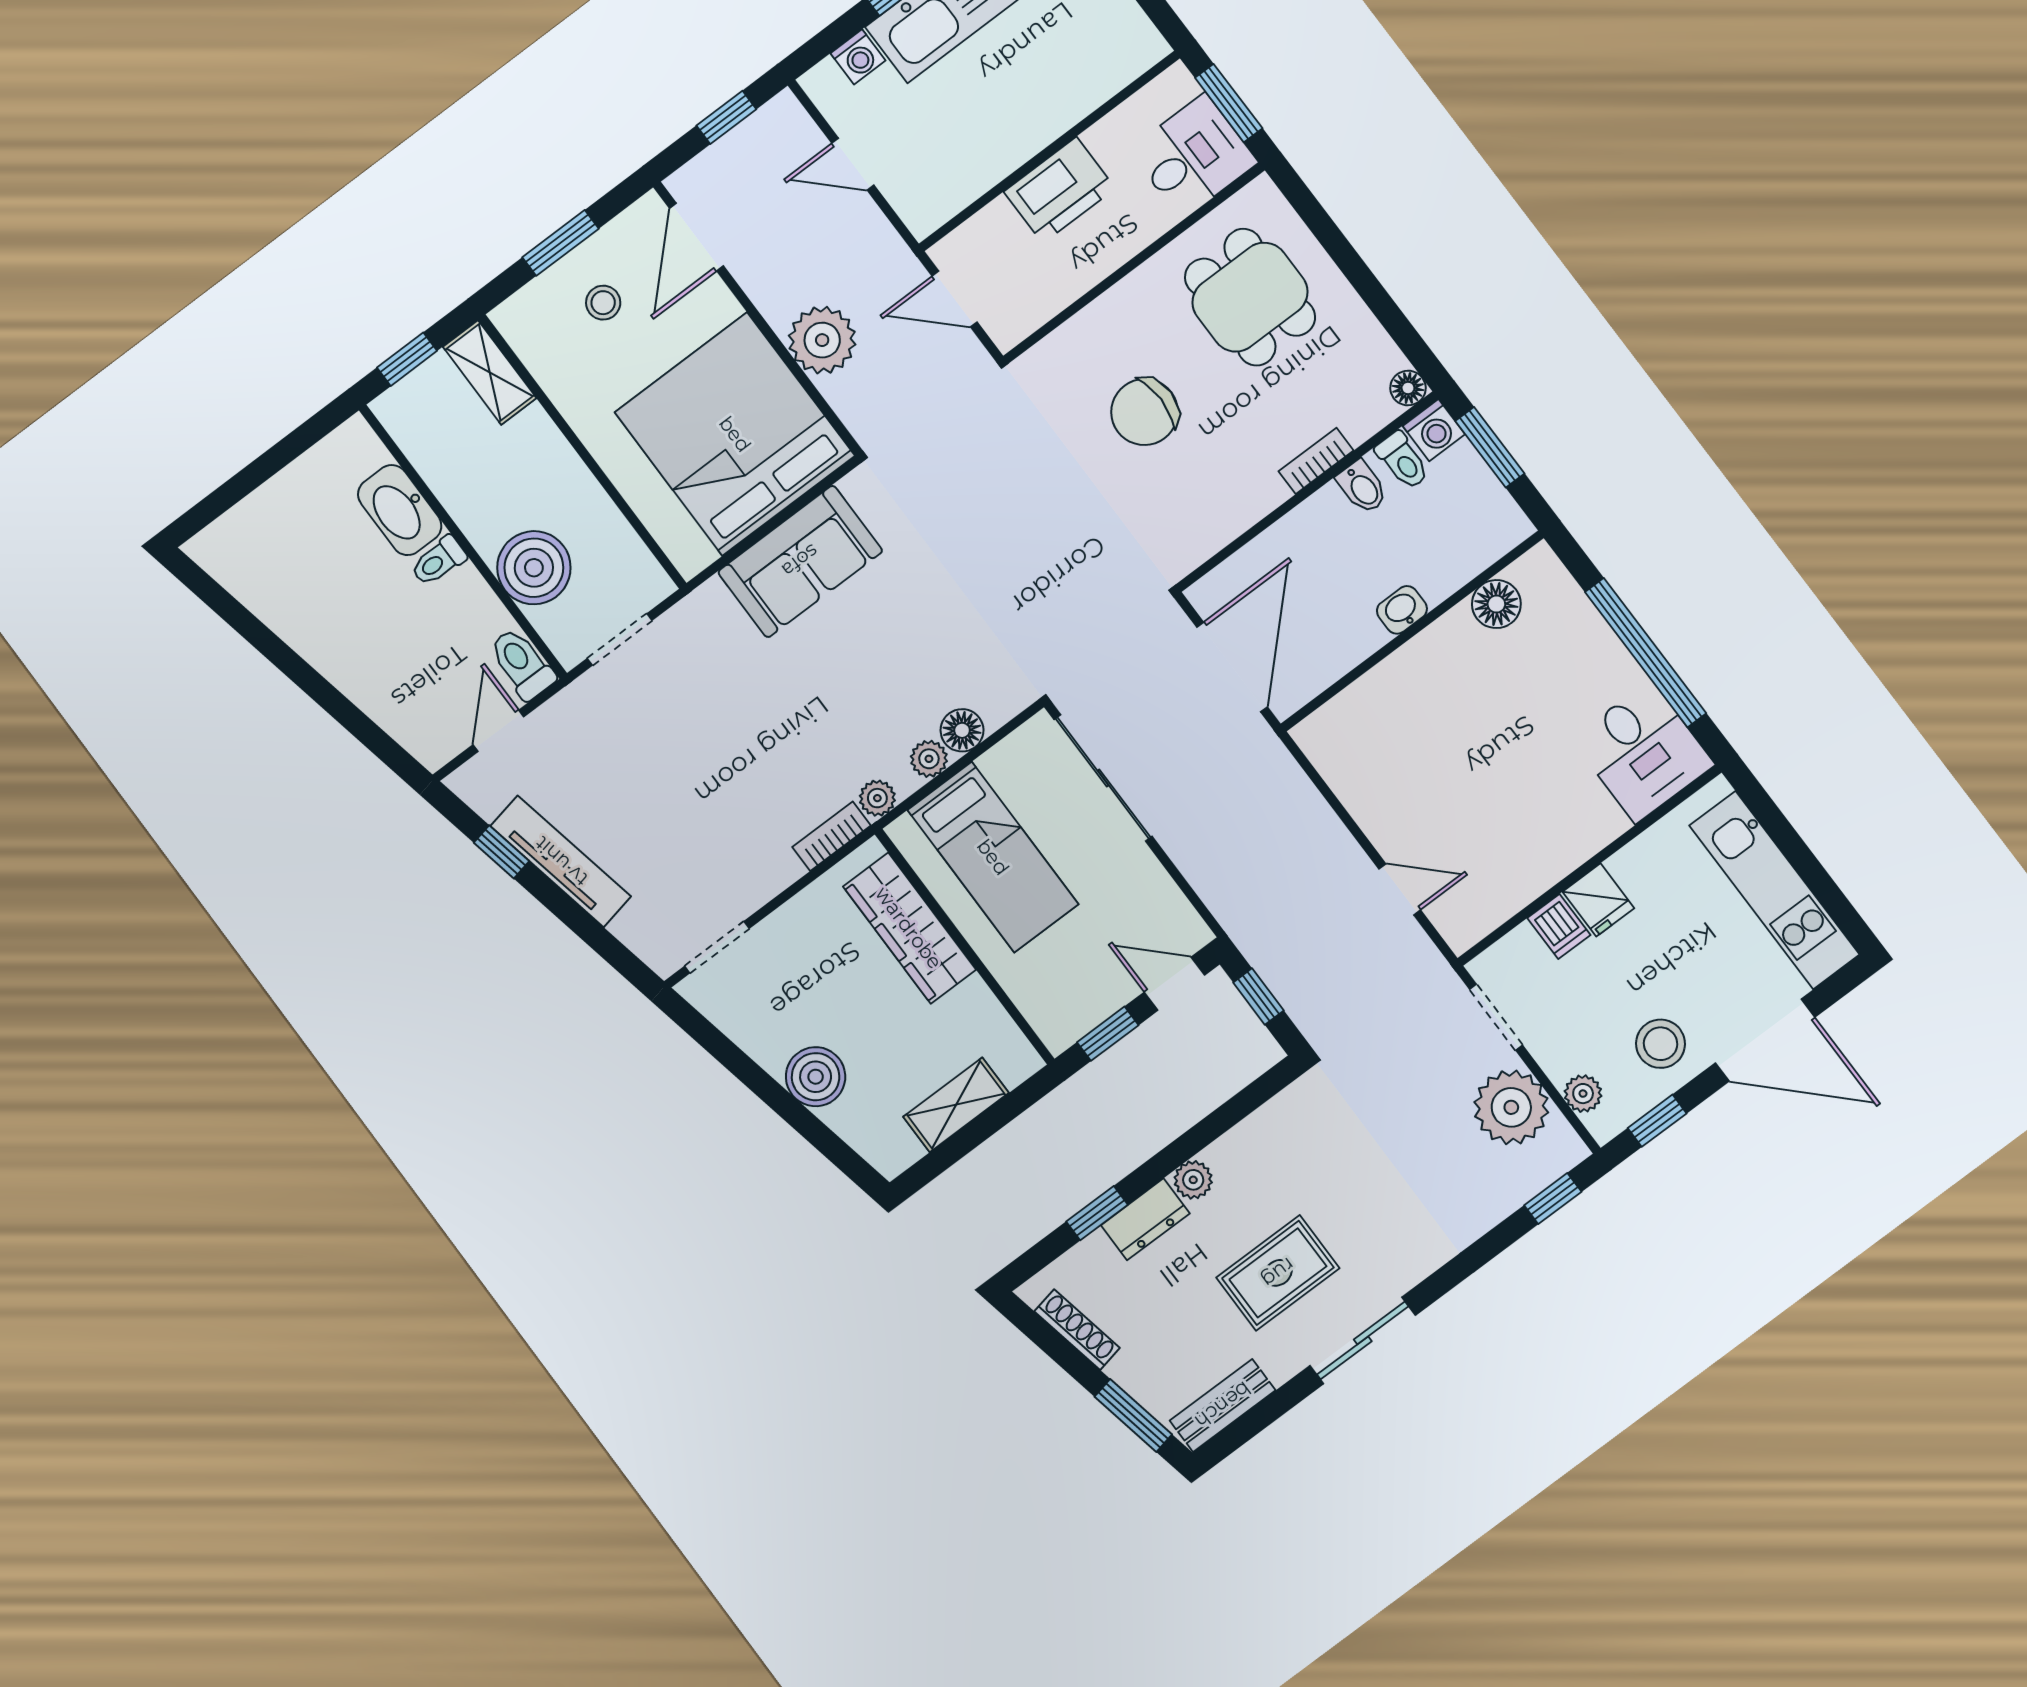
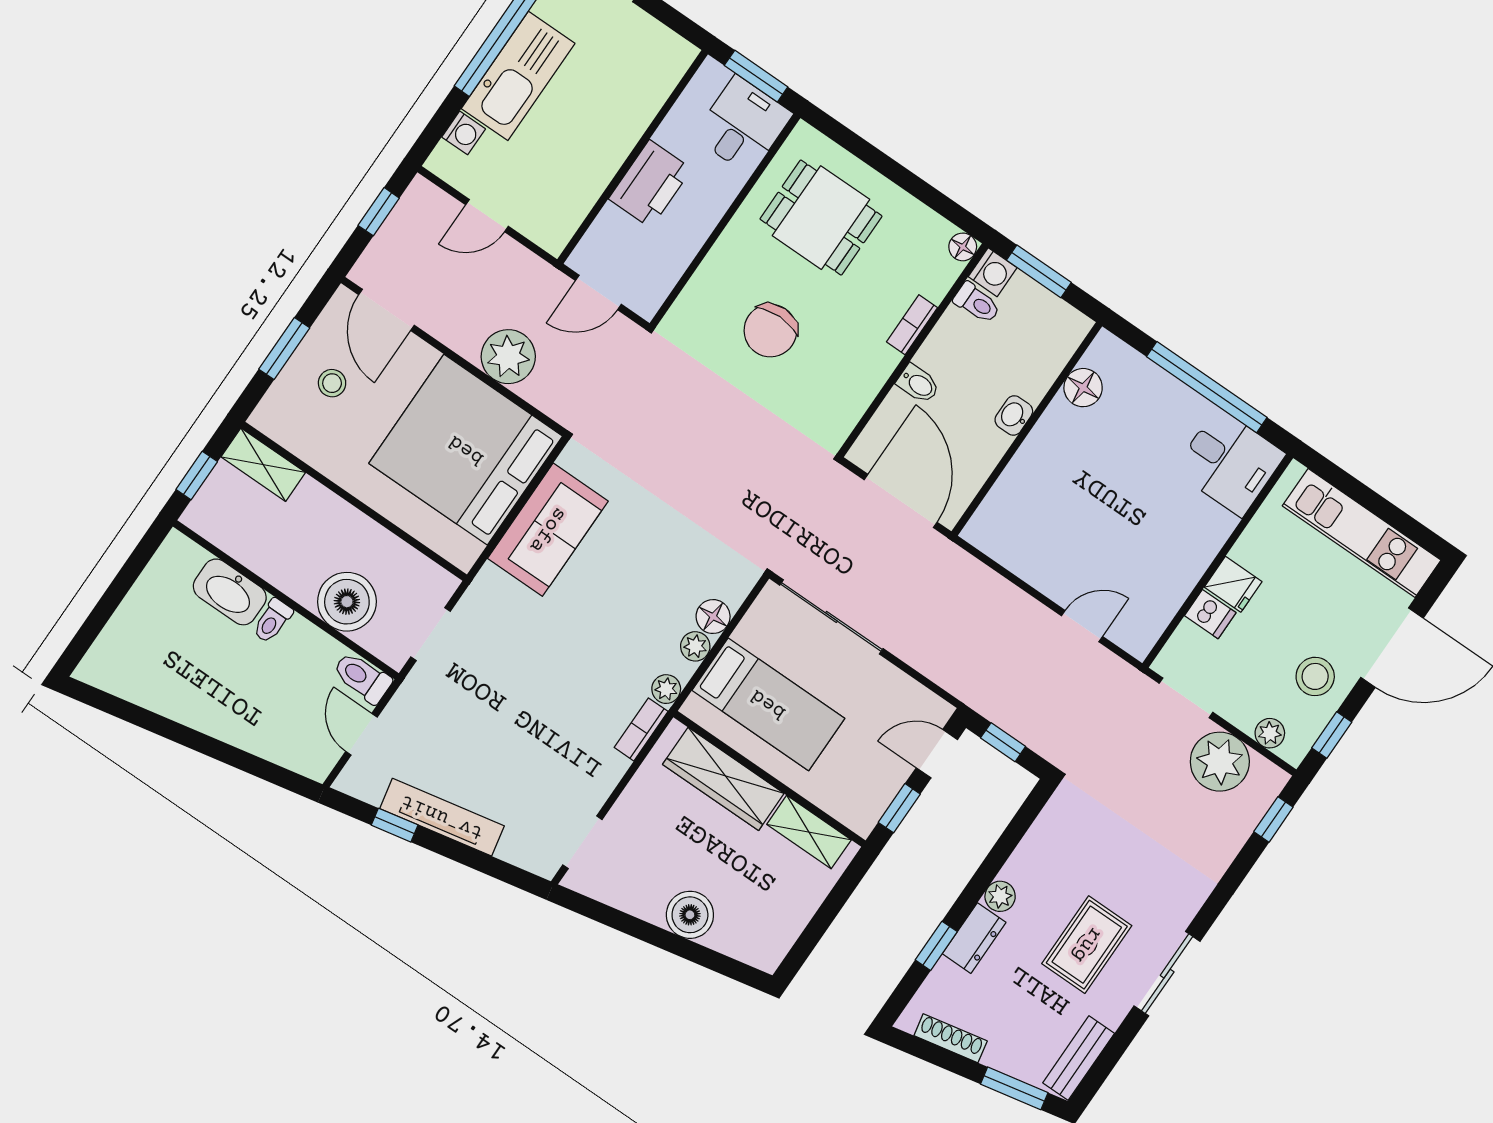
bidet: (1362, 487) -> (918, 384), moved
shelving: (956, 1105) -> (809, 832), moved, turned 90

